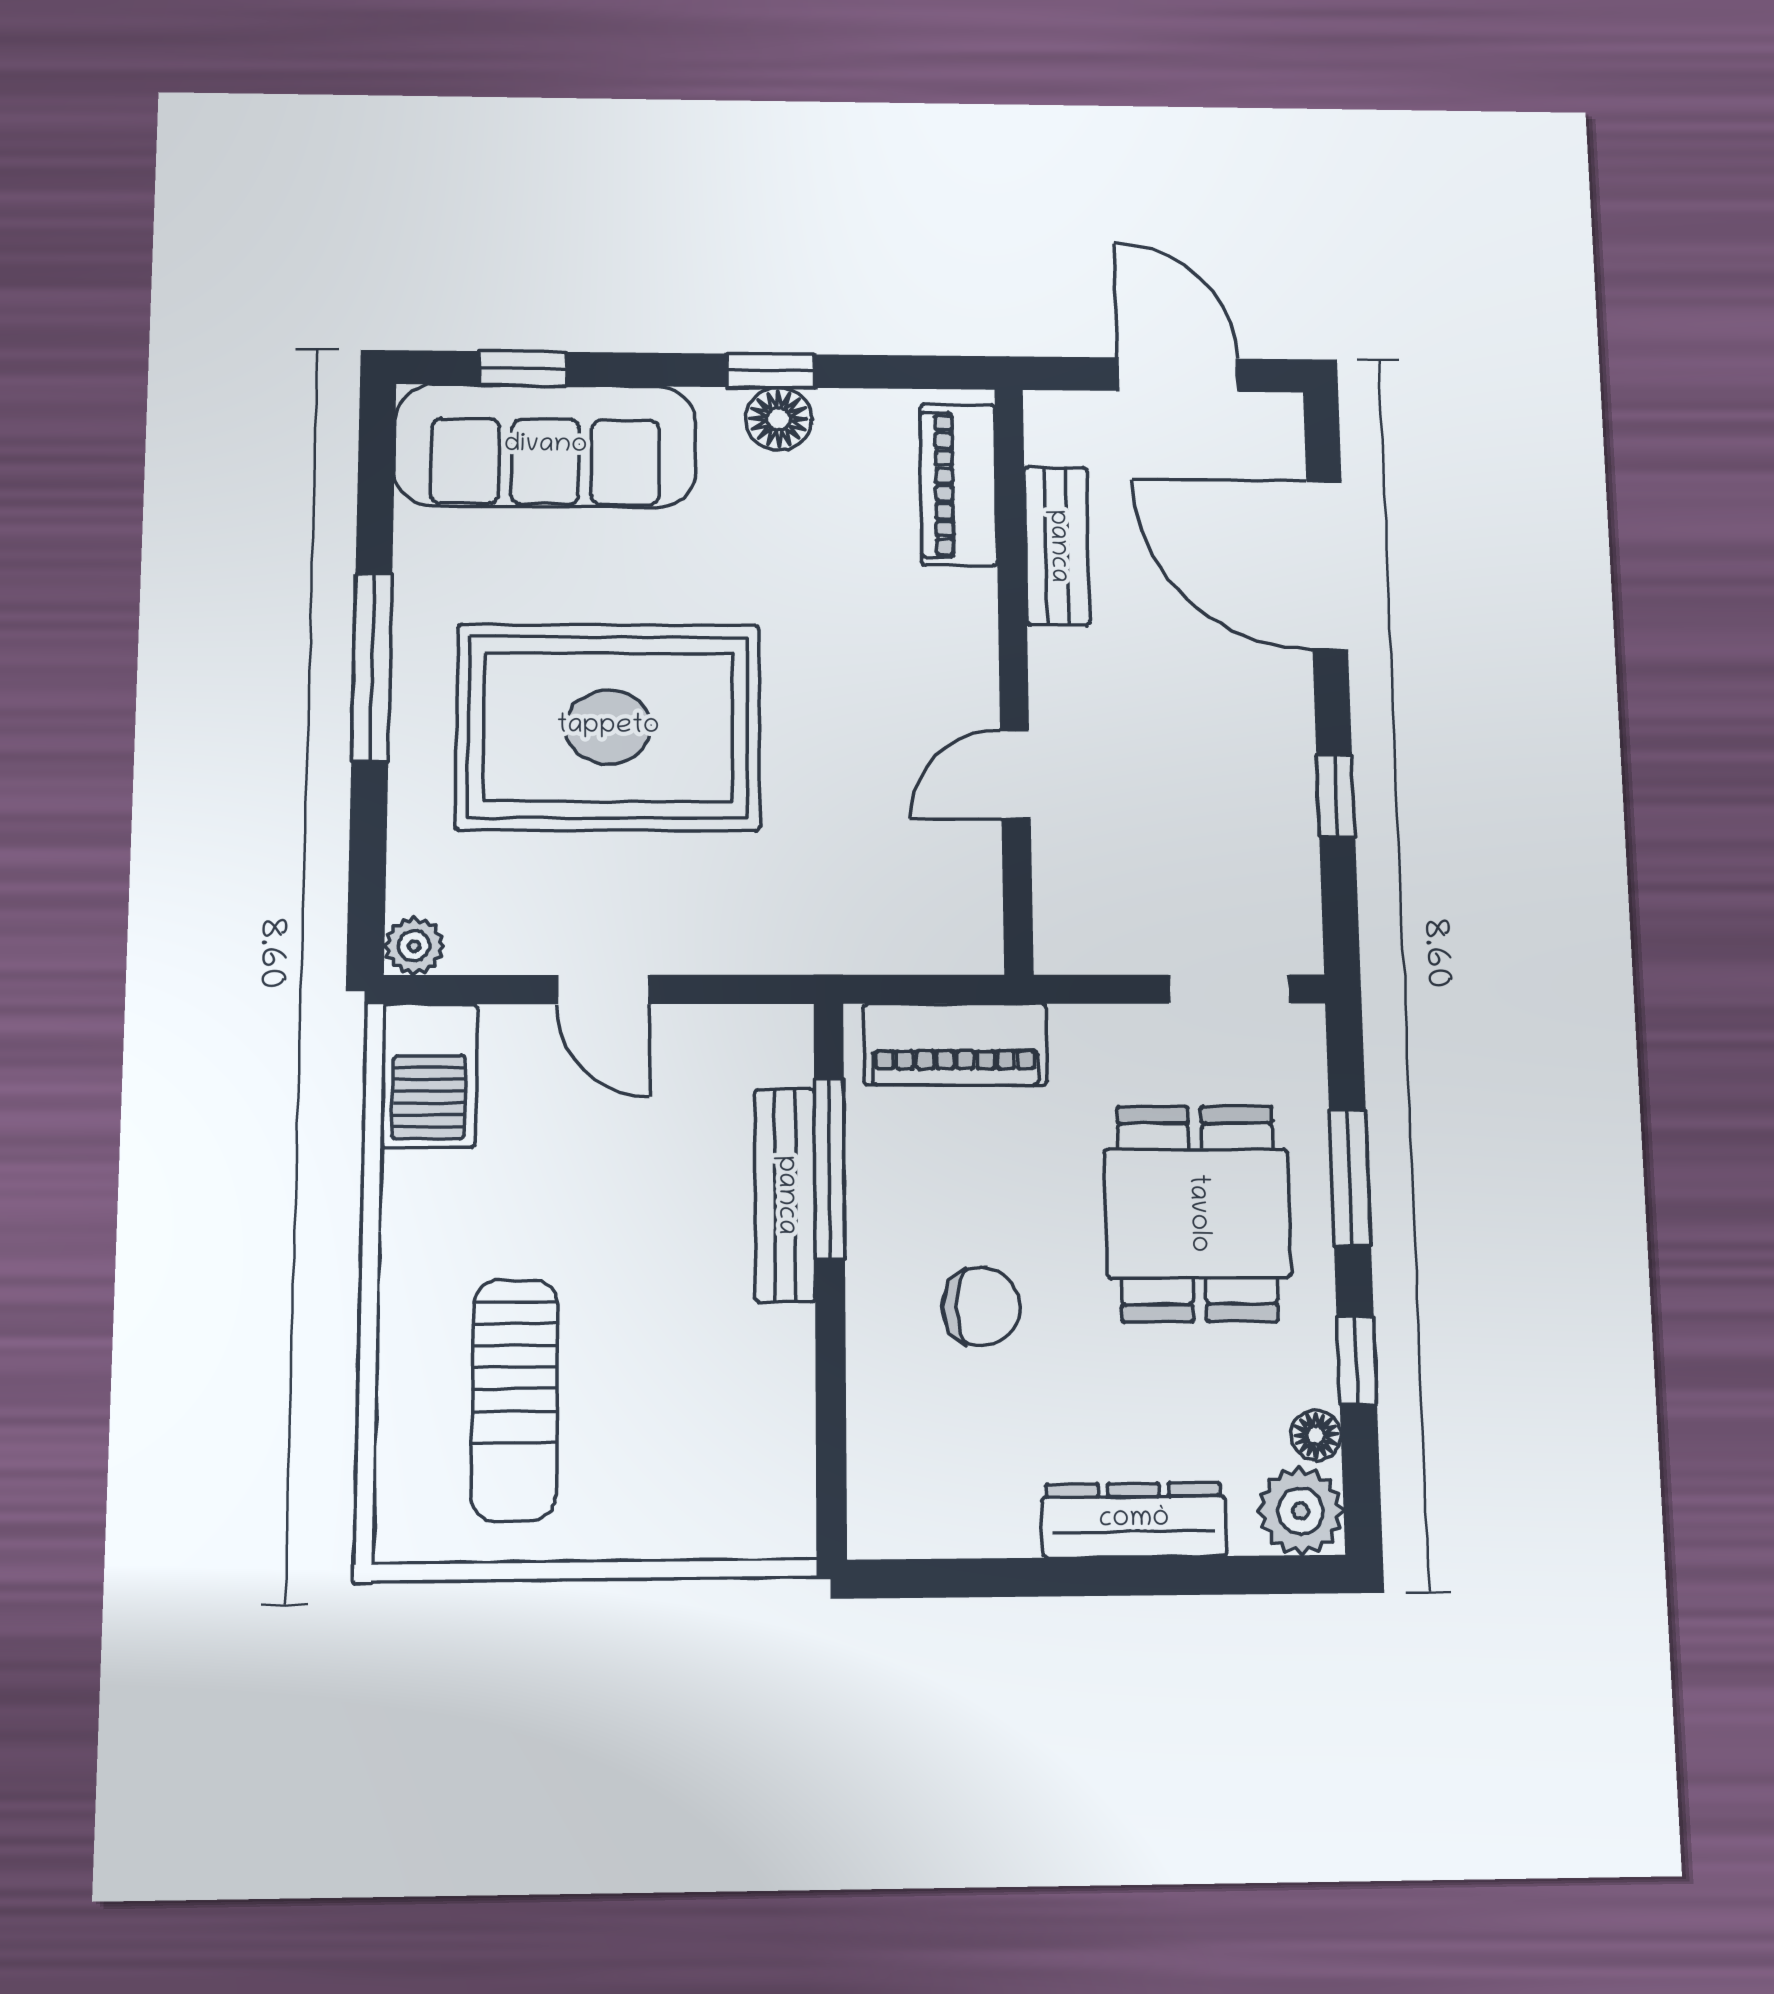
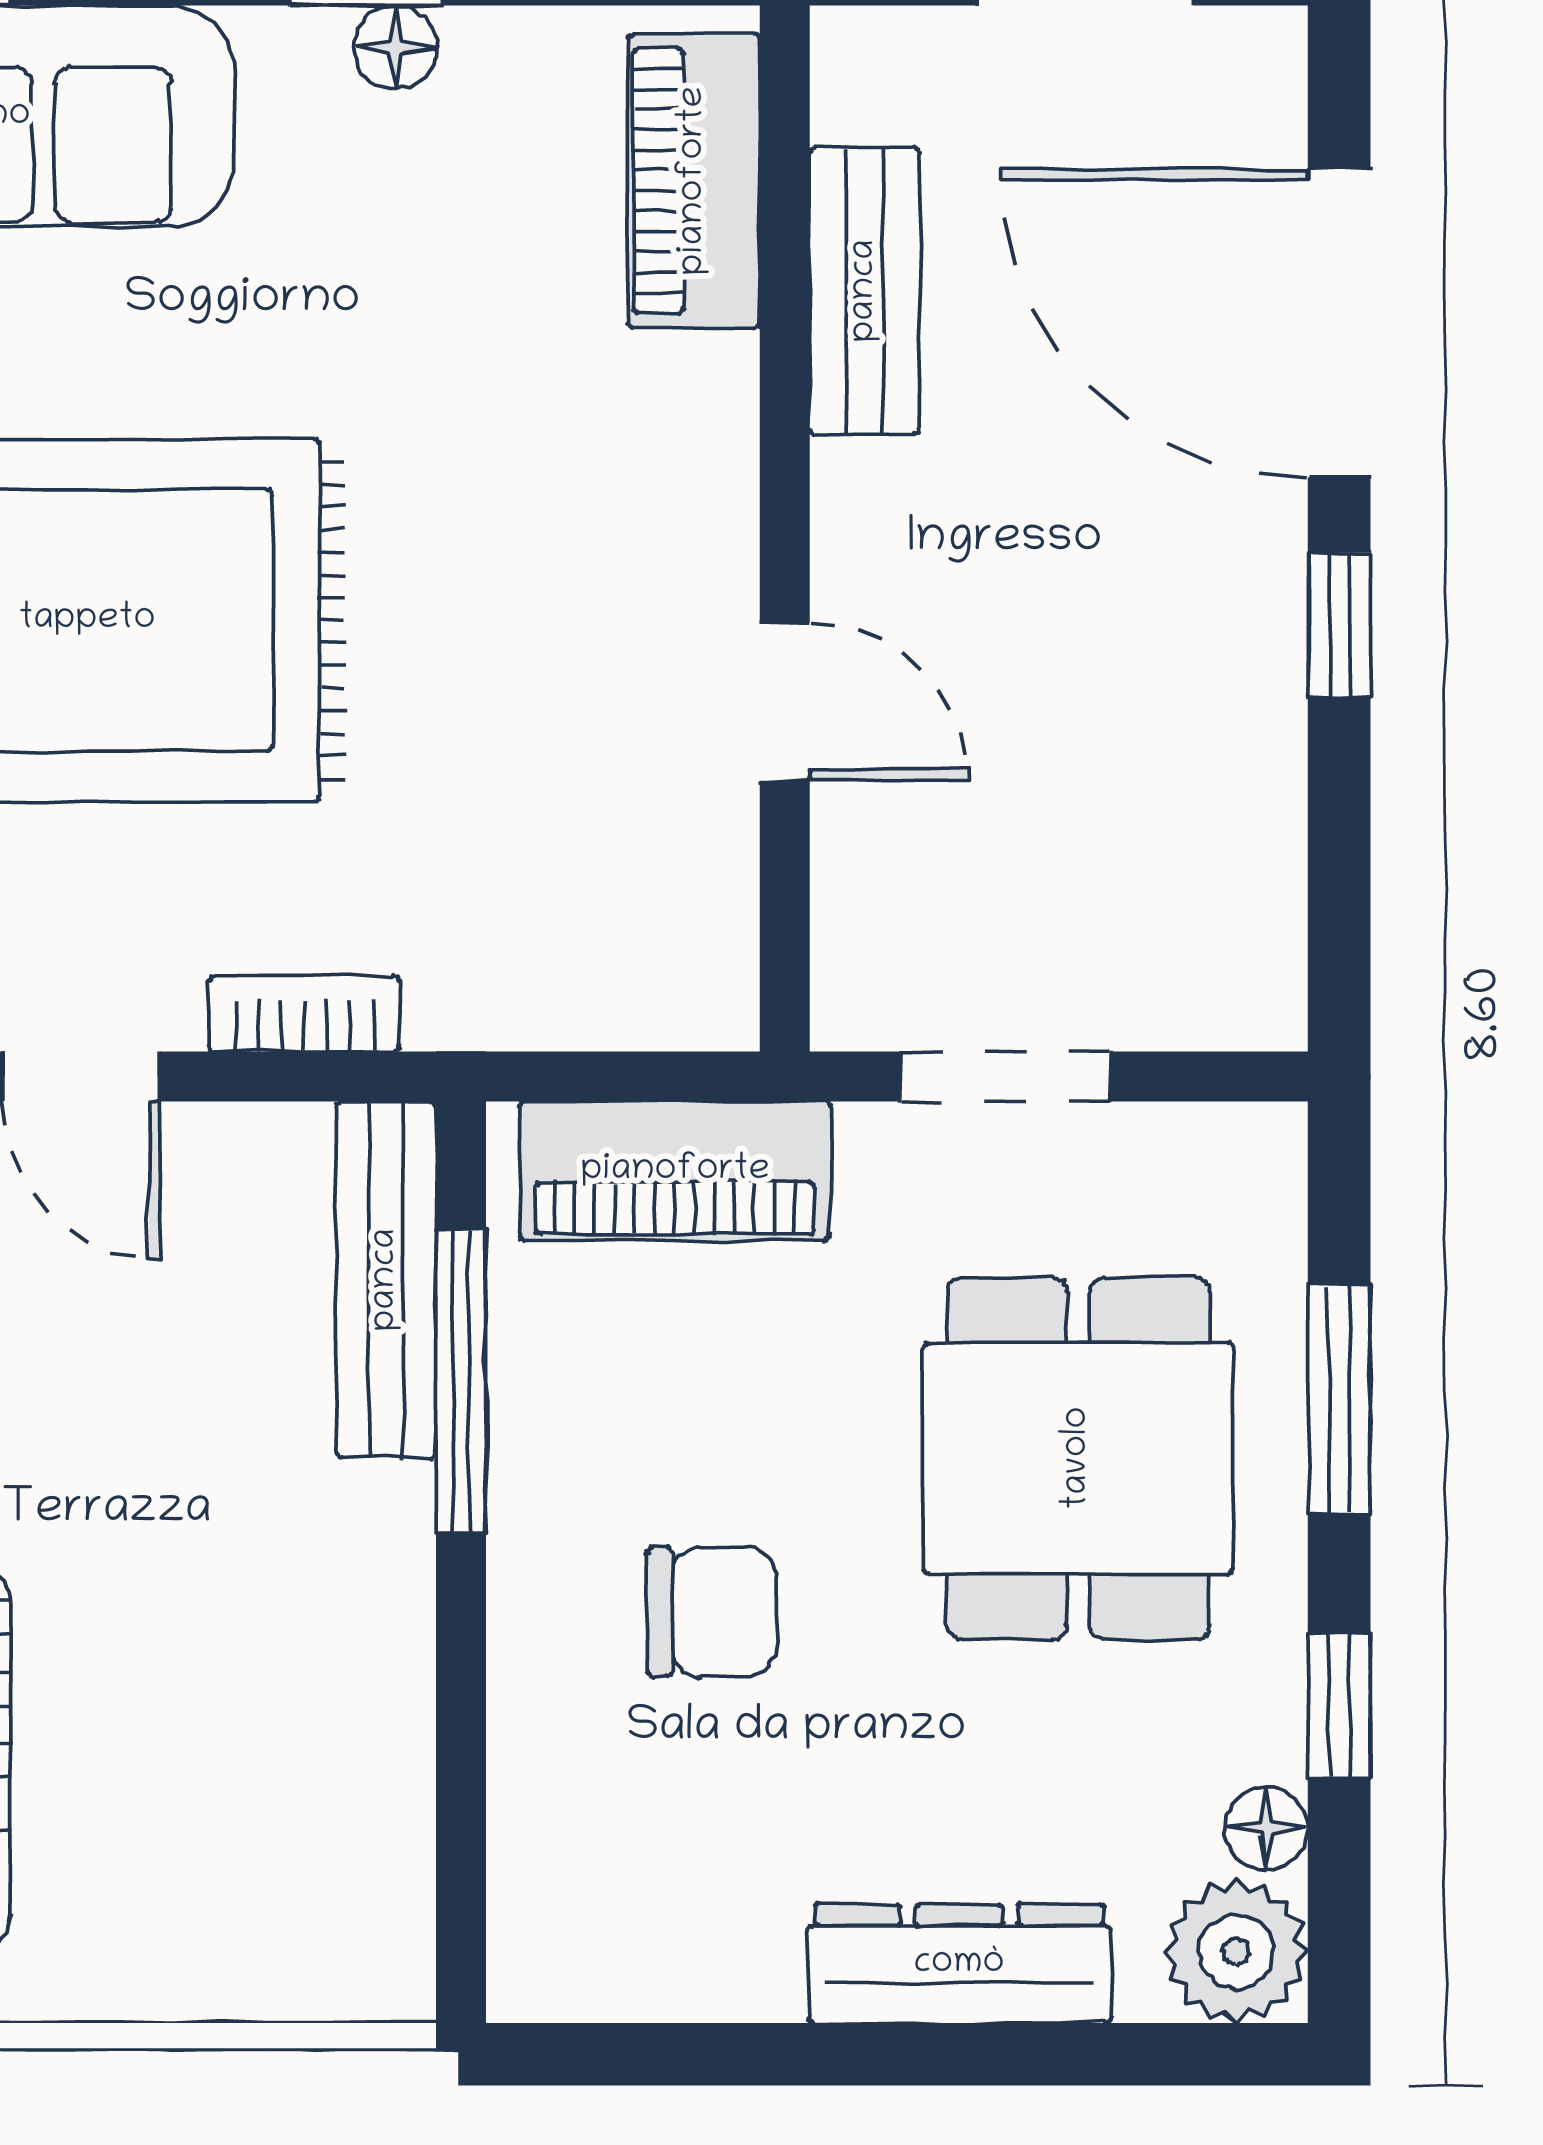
floor lamp: (779, 419) -> (396, 47), width x0.73, depth x0.73
door: (1015, 775) -> (785, 702), swing flipped
window: (1336, 796) -> (1339, 625), moved
bookcase: (736, 953) -> (304, 1014), added
doorway: (1229, 989) -> (1005, 1077), moved
bench: (785, 1195) -> (386, 1280), moved

